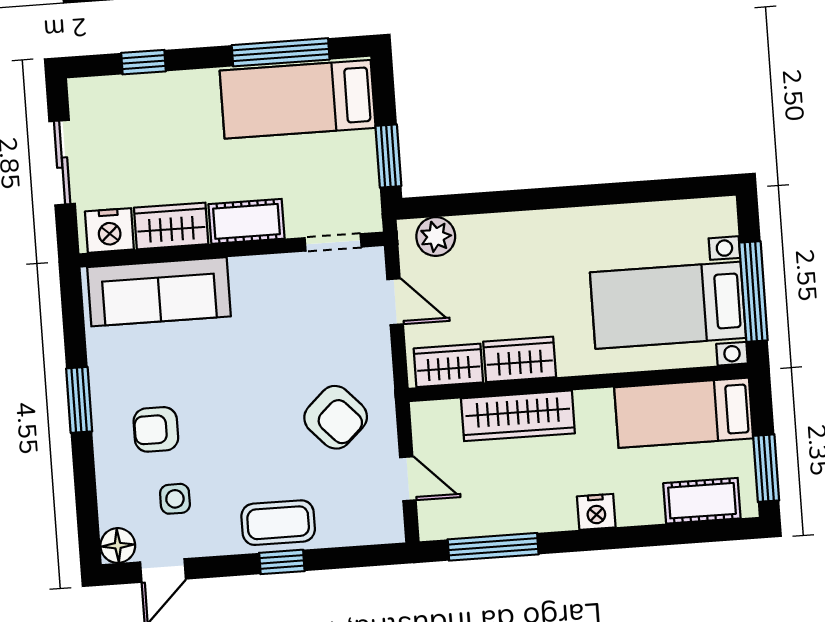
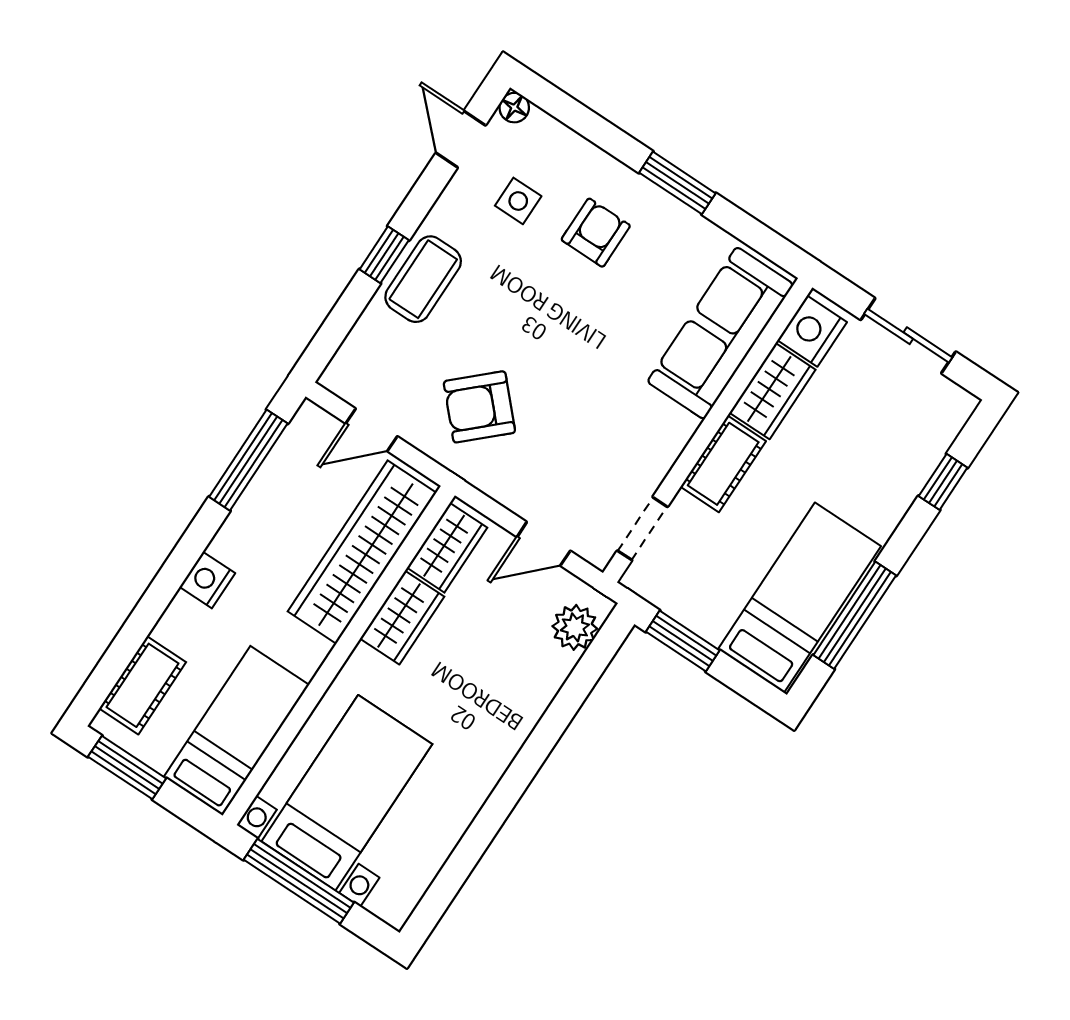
wardrobe: (518, 416) -> (362, 552), width x1.40, depth x1.17
floor lamp: (118, 546) -> (514, 108), width x0.73, depth x0.73

